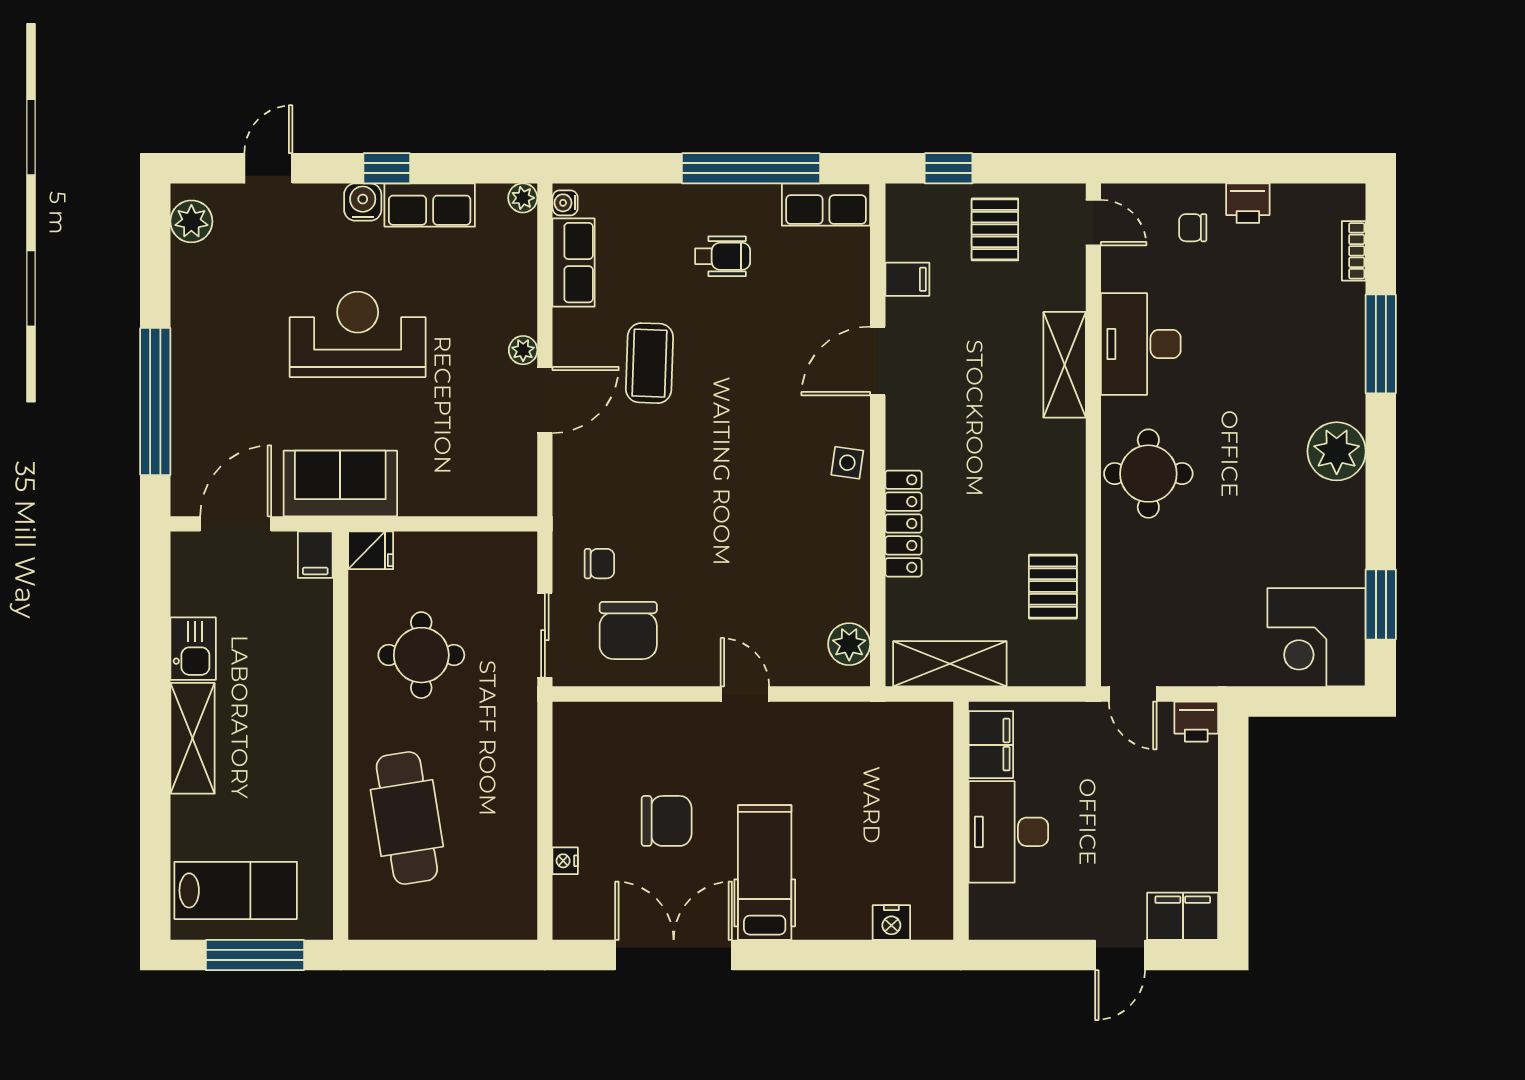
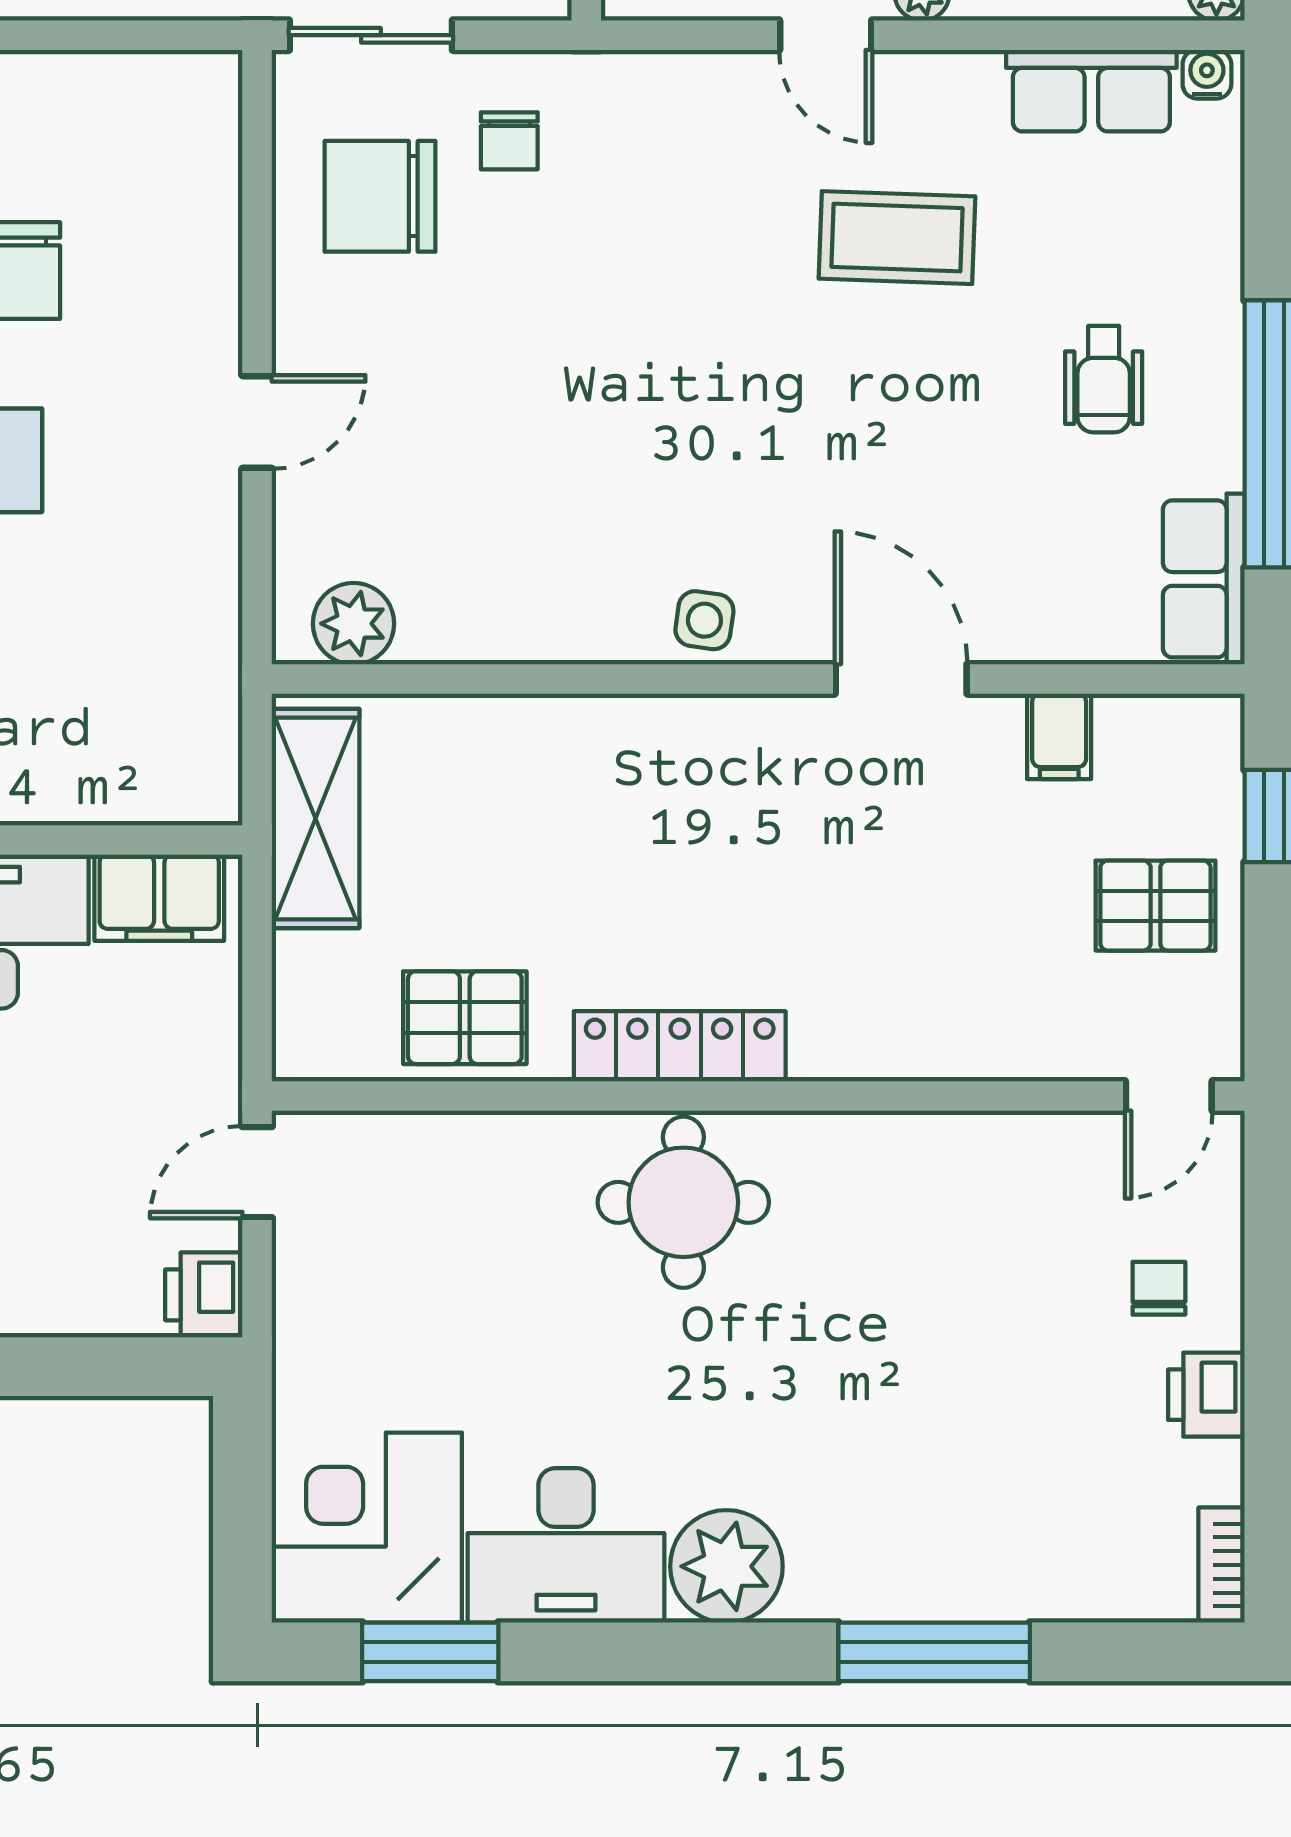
bookcase: (1354, 251) -> (1222, 1565), moved, turned -90
desk: (1141, 344) -> (566, 1545), moved, turned 180
shelving: (1065, 365) -> (894, 1040), removed
door: (545, 400) -> (826, 35), width x0.73
locker: (903, 524) -> (680, 1046), moved, turned 180

